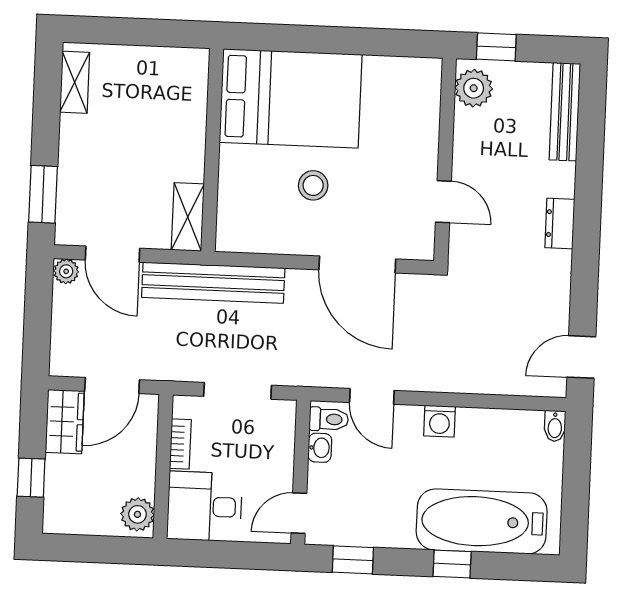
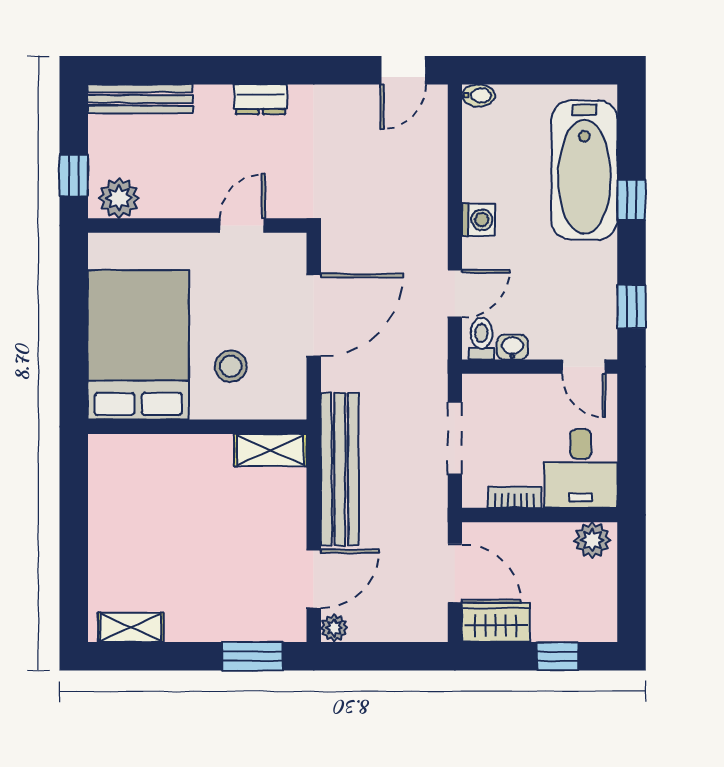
bed: (291, 98) -> (138, 345), moved
wall: (212, 150) -> (197, 427), moved
shelving: (188, 217) -> (270, 450), moved
door: (581, 357) -> (403, 70), hinge flipped

